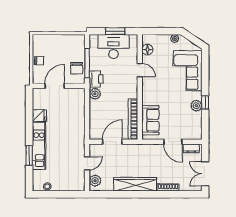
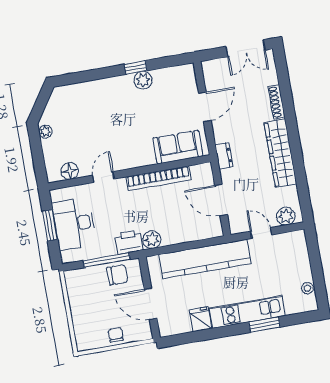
corner sofa: (188, 71) -> (91, 103), removed
bookcase: (133, 119) -> (158, 178), moved
kitchen counter: (77, 125) -> (205, 259), added
dresser: (191, 148) -> (224, 156), moved

